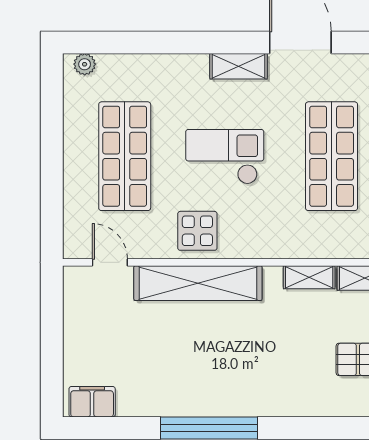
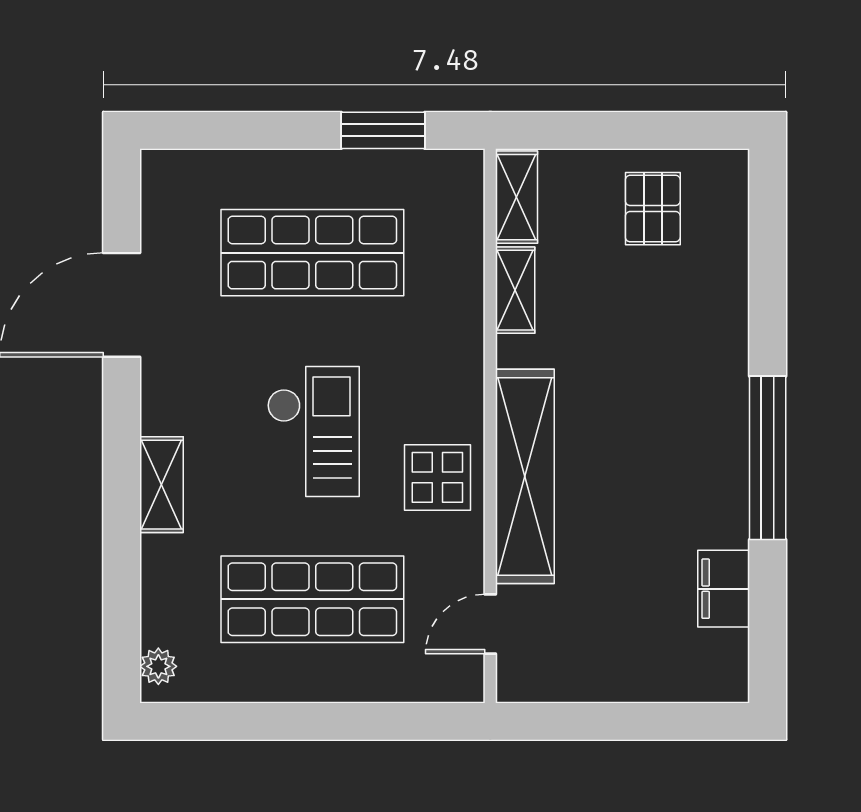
shelving: (239, 66) -> (162, 485), moved
checkout: (225, 157) -> (313, 432), turned 180
filing cabinet: (92, 402) -> (724, 589), moved

